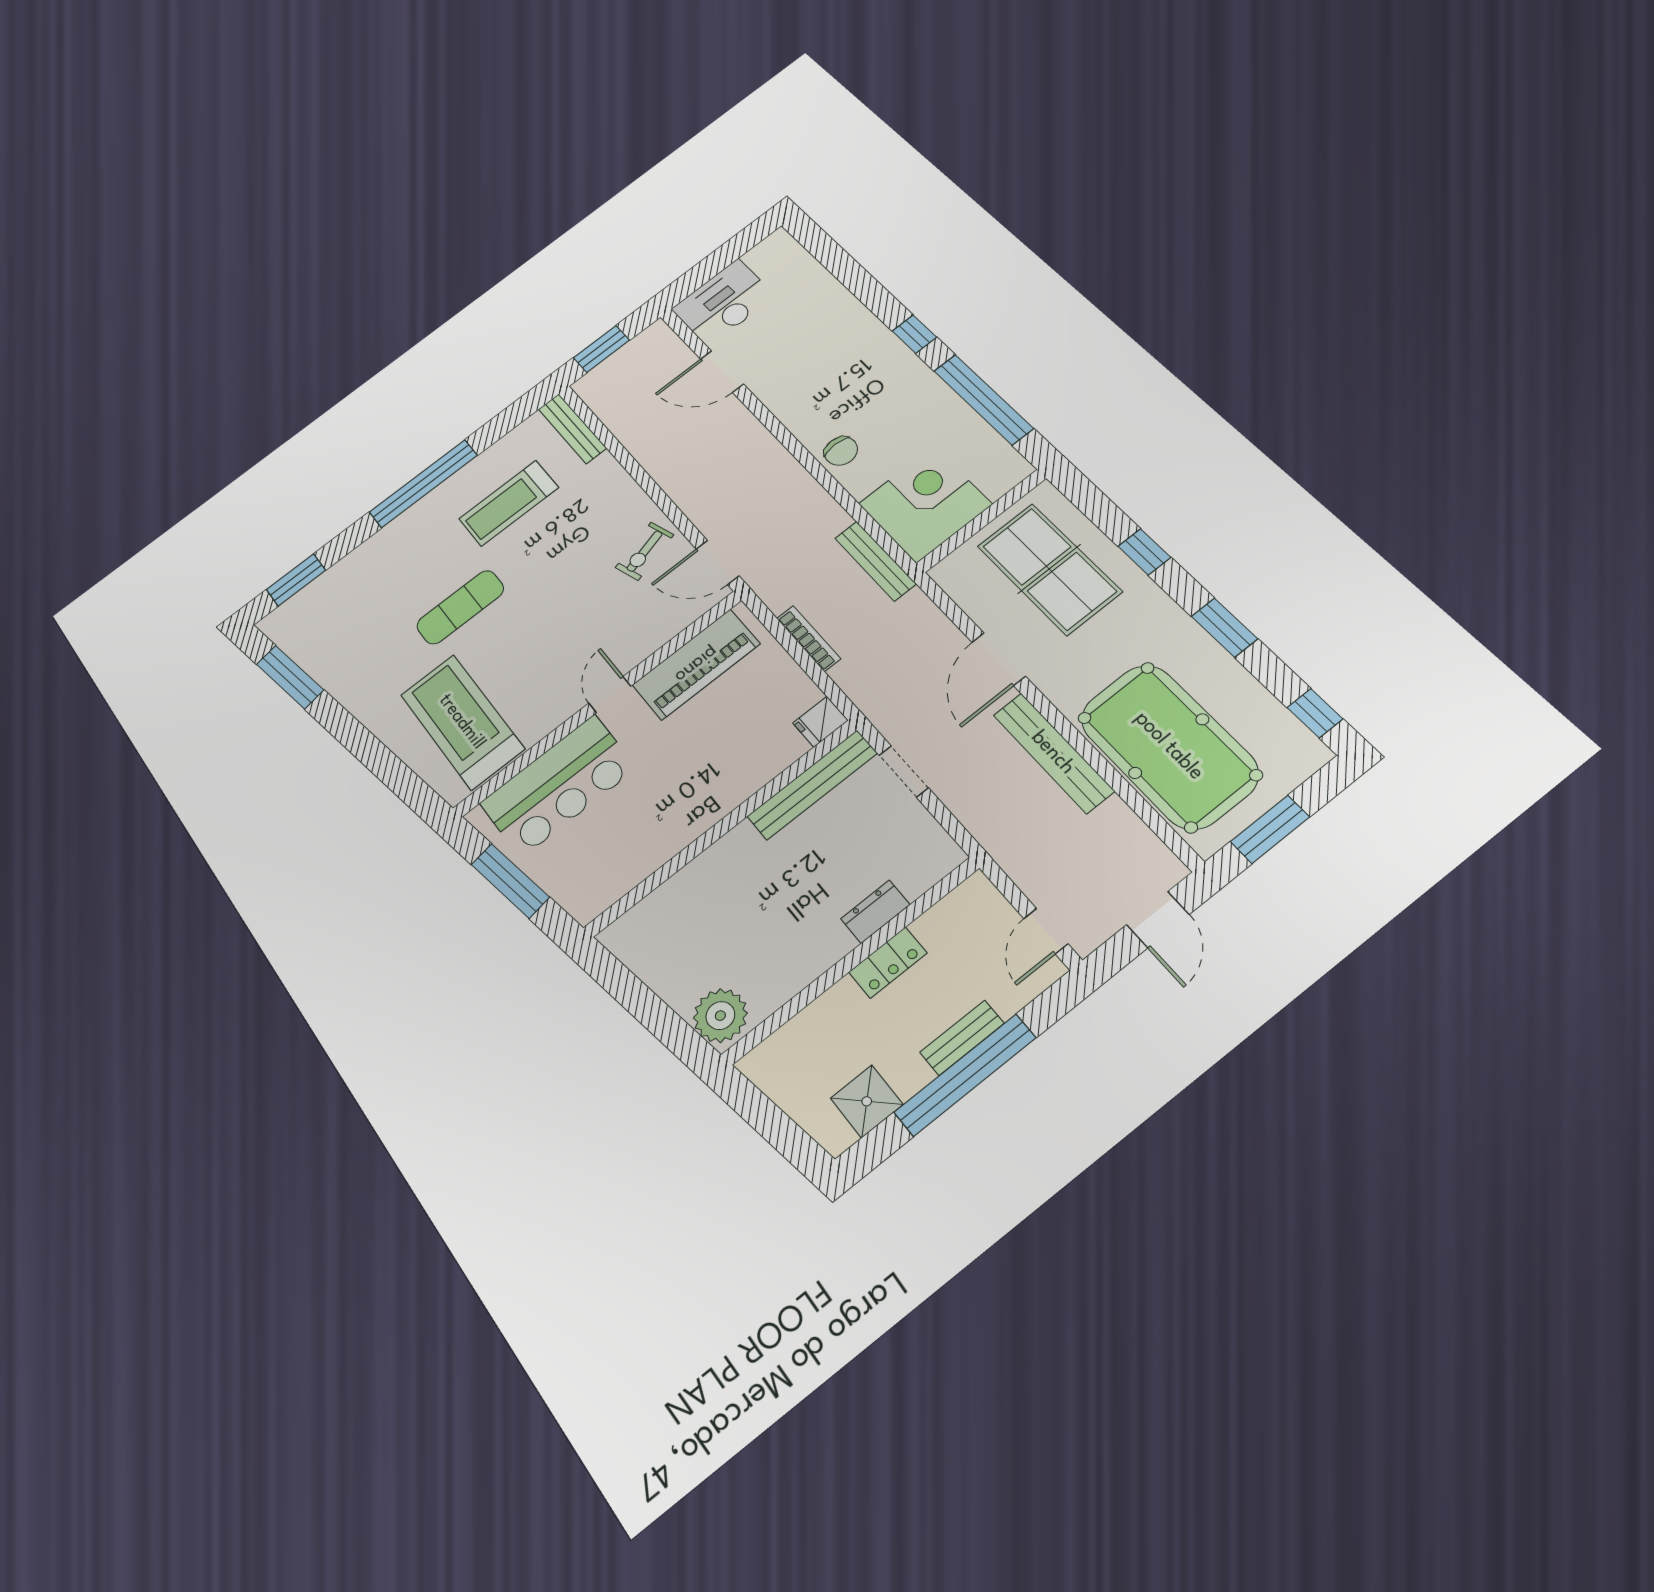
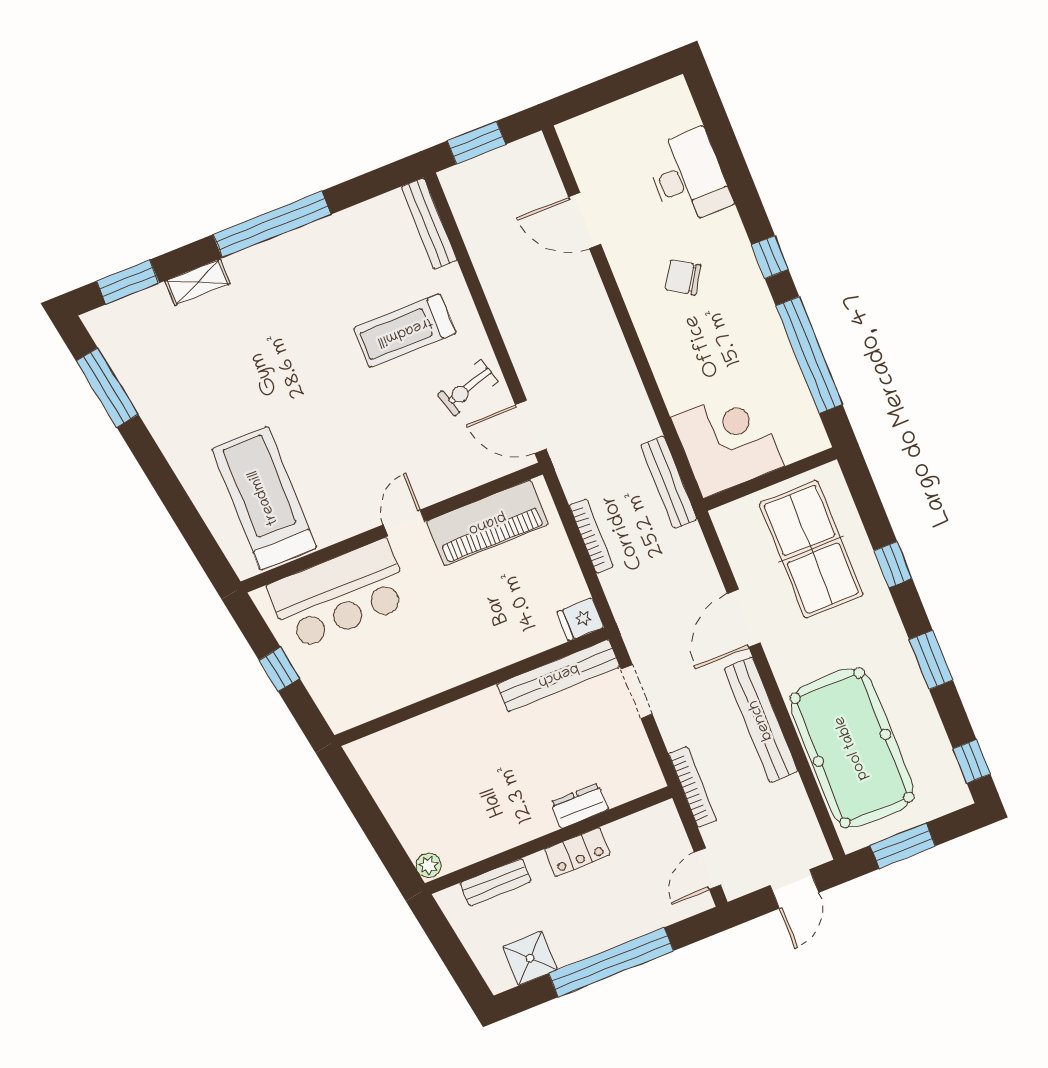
desk: (723, 303) -> (688, 177), moved, turned 90
chair: (841, 451) -> (683, 277), moved, turned 122
treadmill: (509, 503) -> (405, 331), moved
shelving: (362, 556) -> (198, 282), added
exercise mat: (460, 607) -> (284, 378), removed
bookcase: (999, 849) -> (693, 787), added
window: (510, 881) -> (279, 669), width x0.46
plant: (720, 1016) -> (428, 865), width x0.53, depth x0.53
bench: (962, 1038) -> (496, 882), moved

